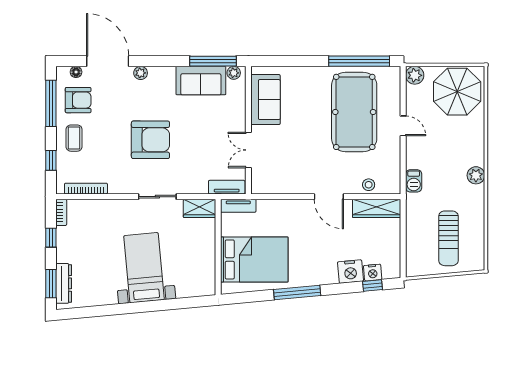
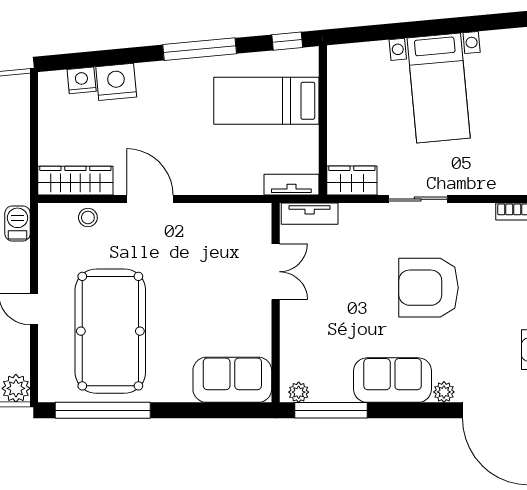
sofa: (201, 81) -> (393, 380), moved
sofa: (265, 100) -> (232, 380), moved, turned 90
bed: (254, 259) -> (266, 101), width x0.67
window: (372, 285) -> (287, 41), moved

